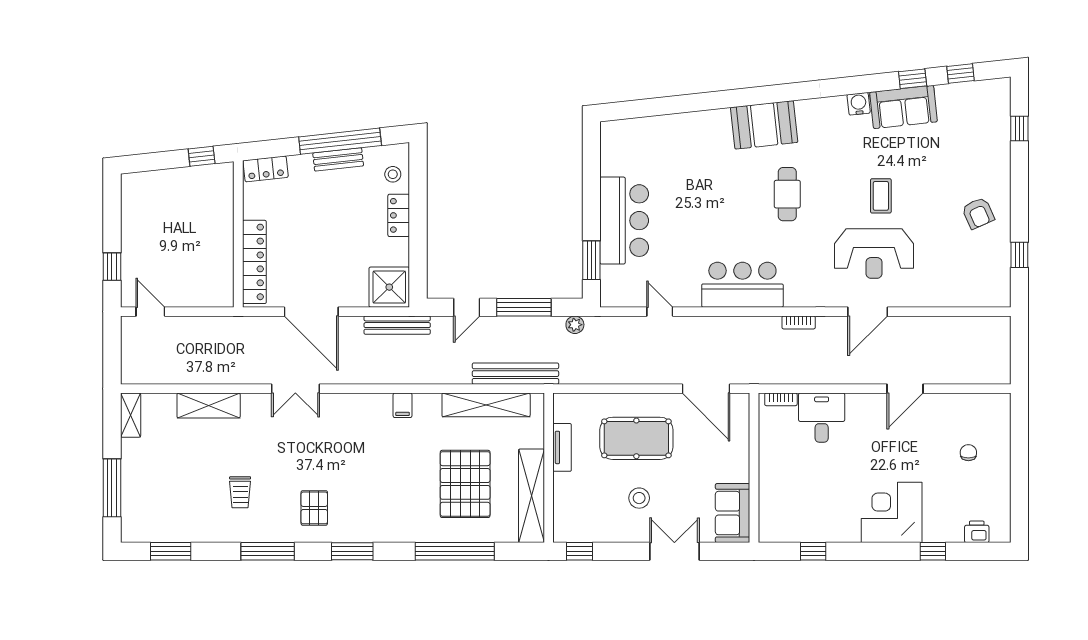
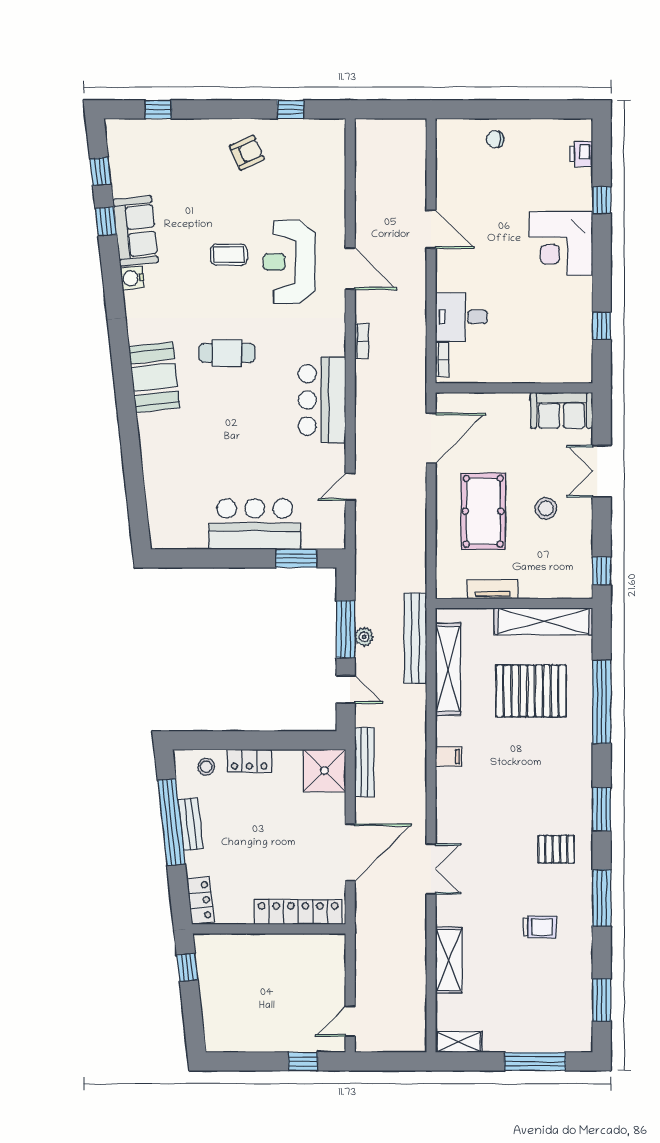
reception desk: (874, 254) -> (289, 262), turned 180
plant: (575, 325) -> (364, 637), moved
chair: (968, 453) -> (495, 139), moved

